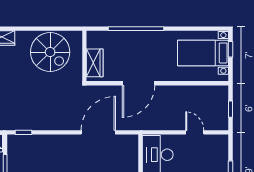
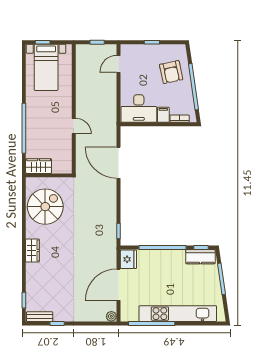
wardrobe: (95, 63) -> (39, 166), moved
door: (139, 83) -> (74, 126), width x0.53
door: (195, 132) -> (118, 64), moved

